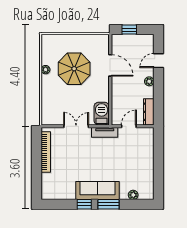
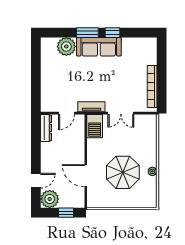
plant: (149, 81) -> (50, 199), moved, width x1.87, depth x1.87
plant: (133, 195) -> (66, 46), width x1.87, depth x1.87

